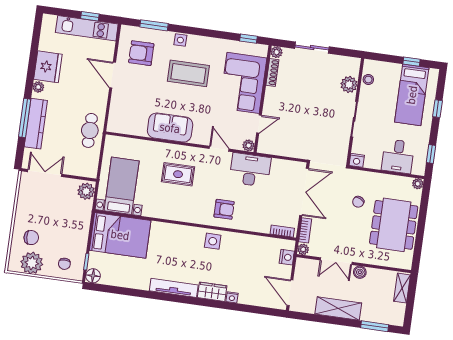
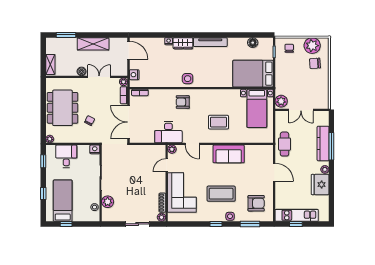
window: (248, 39) -> (216, 224), moved
door: (113, 75) -> (274, 172), moved
double door: (45, 173) -> (301, 110), moved
floor lamp: (93, 276) -> (253, 43), moved

